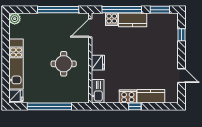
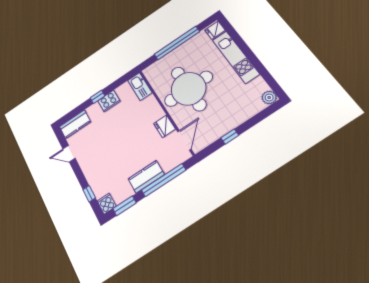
window: (58, 10) -> (230, 137), width x0.32
cooker: (112, 19) -> (107, 204), moved
fridge: (98, 63) -> (165, 126), moved
round table: (64, 64) -> (188, 89), width x1.86, depth x1.86
kitchen counter: (151, 96) -> (75, 124), moved

